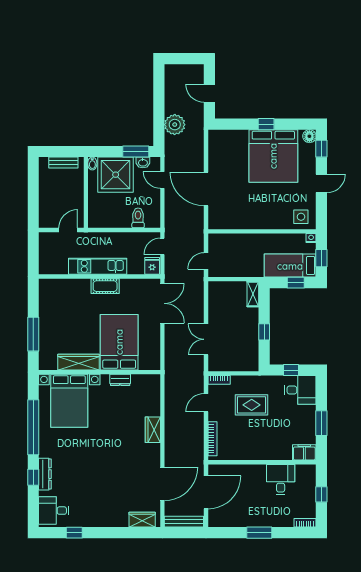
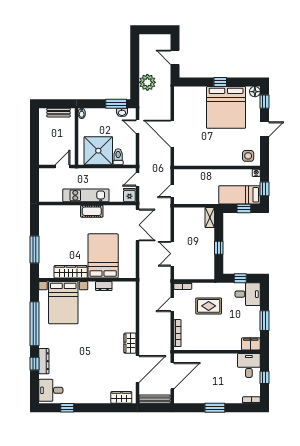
shower: (116, 175) -> (98, 151), moved
wardrobe: (153, 430) -> (130, 343), moved
desk: (281, 479) -> (249, 365), moved

